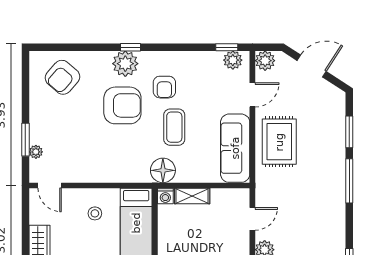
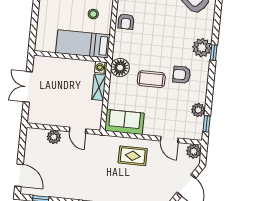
plant: (233, 60) -> (198, 110), moved
armchair: (122, 105) -> (126, 22), moved, width x0.53, depth x0.53
rug: (279, 142) -> (133, 156), width x0.73, depth x0.70
sofa: (235, 148) -> (124, 122), width x0.73

